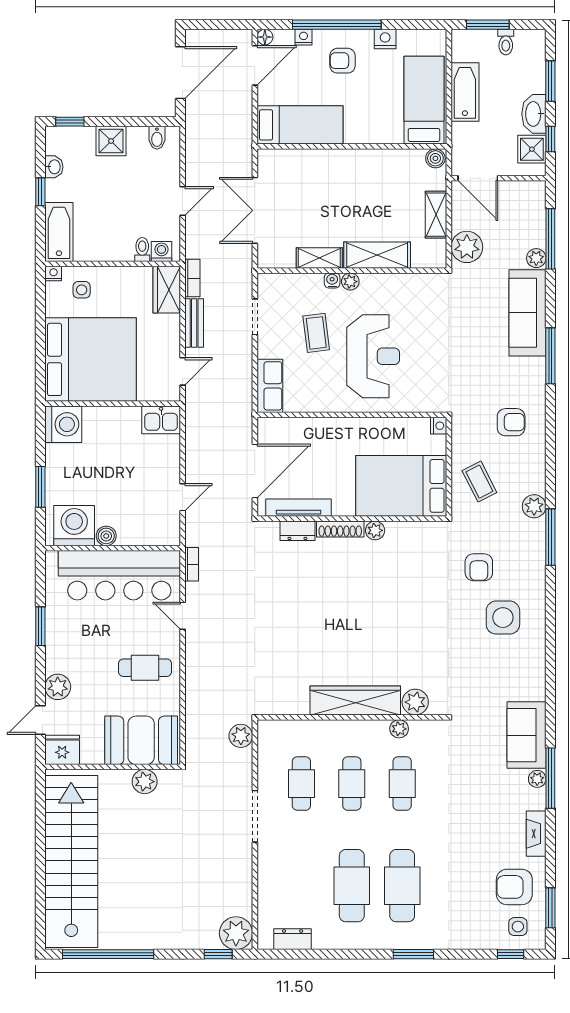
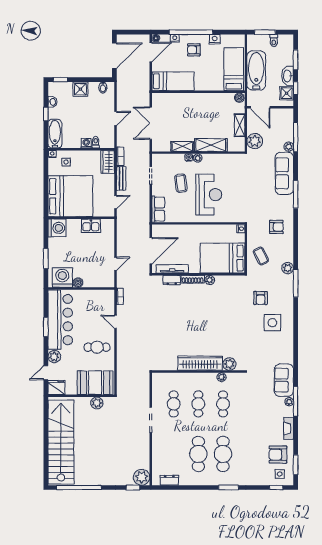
bathtub: (465, 92) -> (256, 70), width x1.36, depth x1.36
washing machine: (161, 251) -> (86, 143), moved
kitchen sink: (161, 420) -> (91, 226), moved
bar counter: (119, 575) -> (60, 320), moved, turned -90
plant: (241, 736) -> (144, 381), removed

